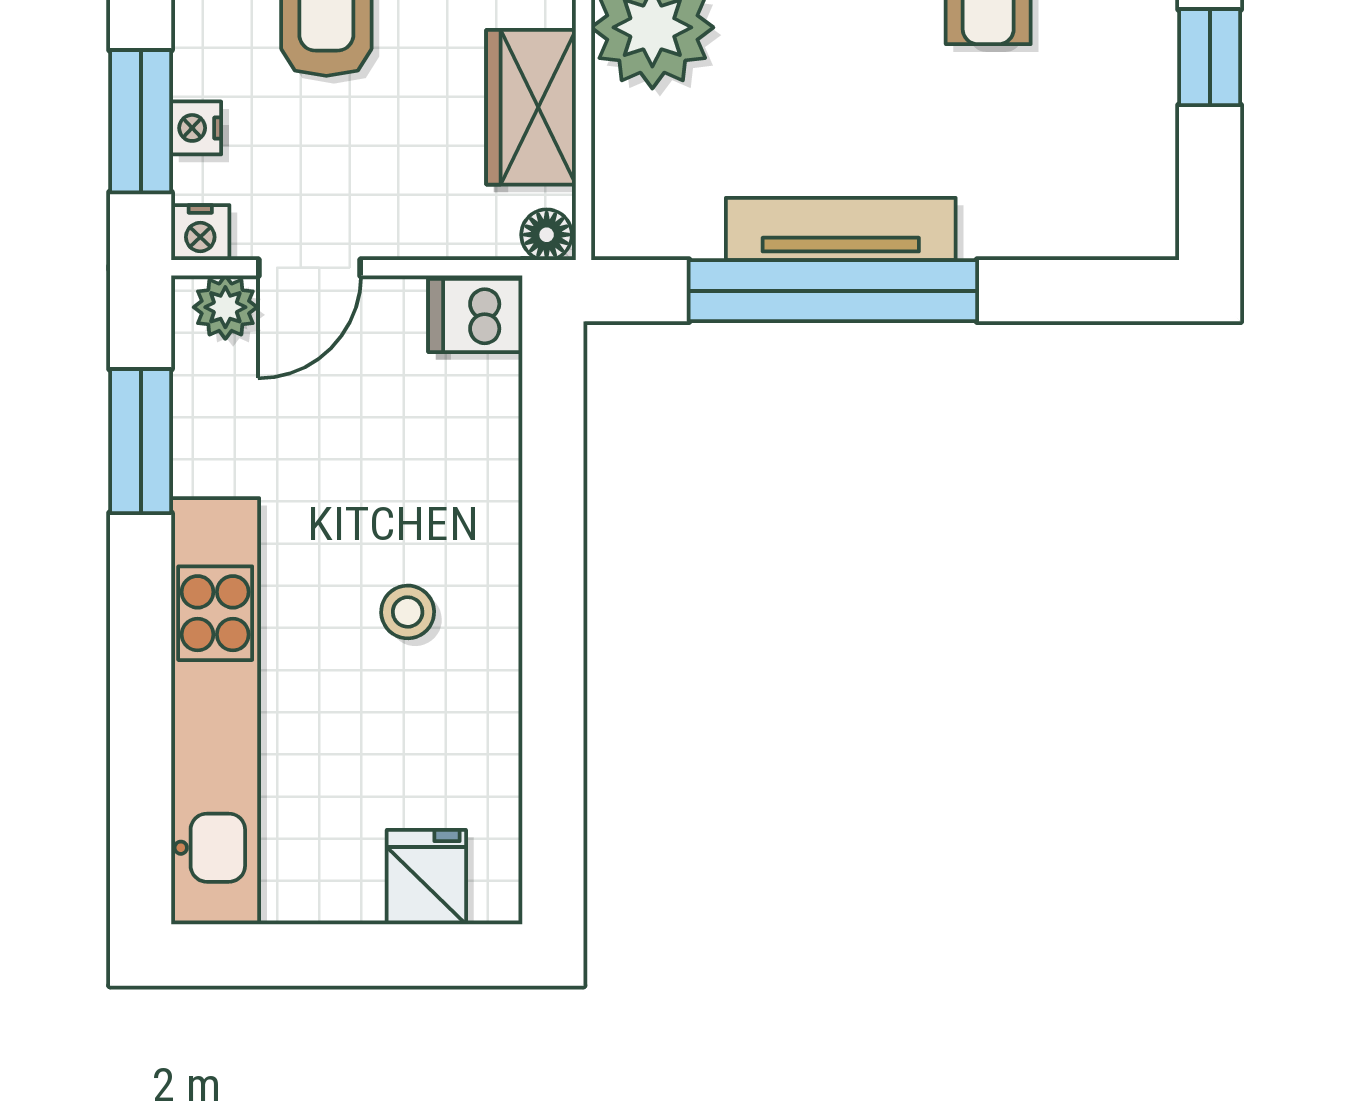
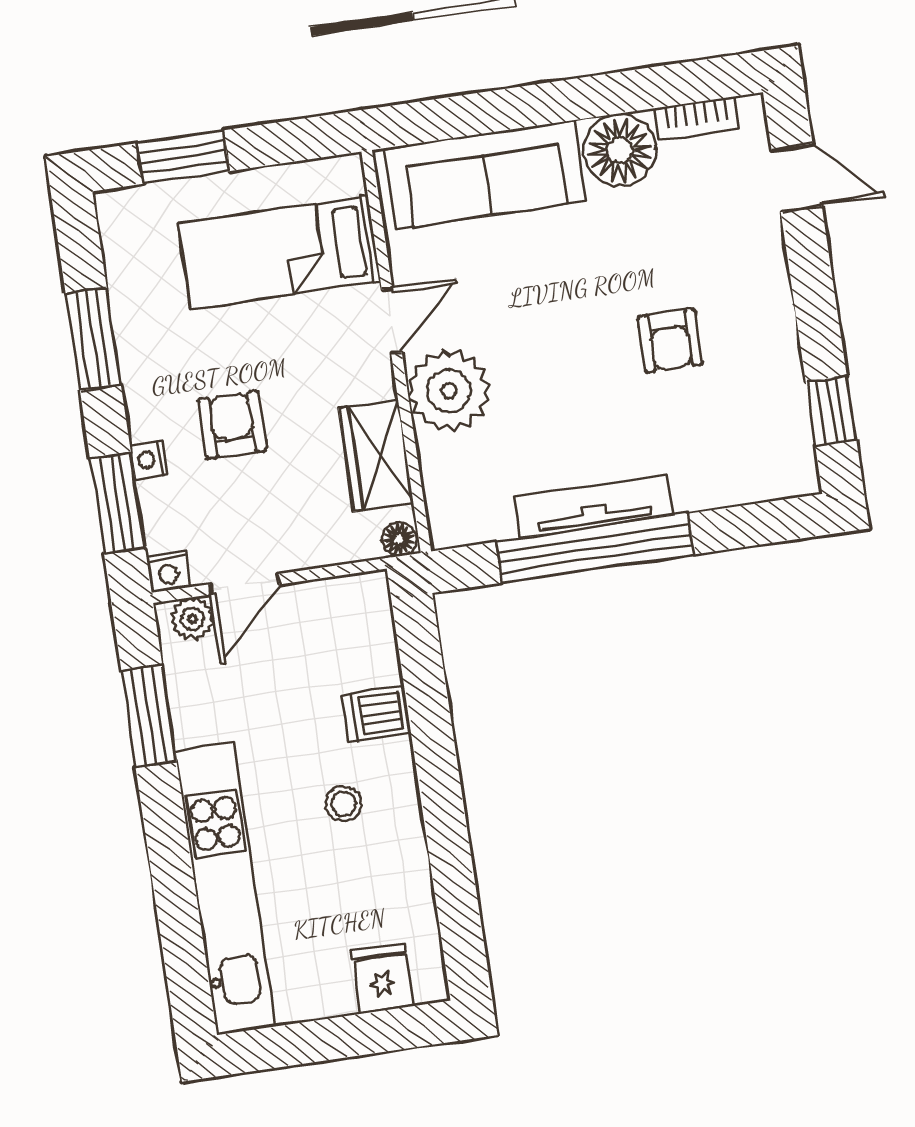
window: (1210, 57) -> (831, 411), moved
nightstand: (196, 128) -> (149, 460), moved
dishwasher: (475, 316) -> (376, 714), moved

